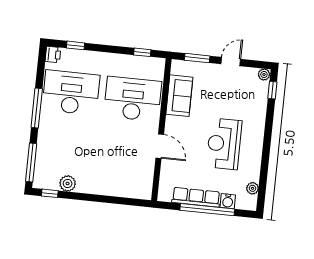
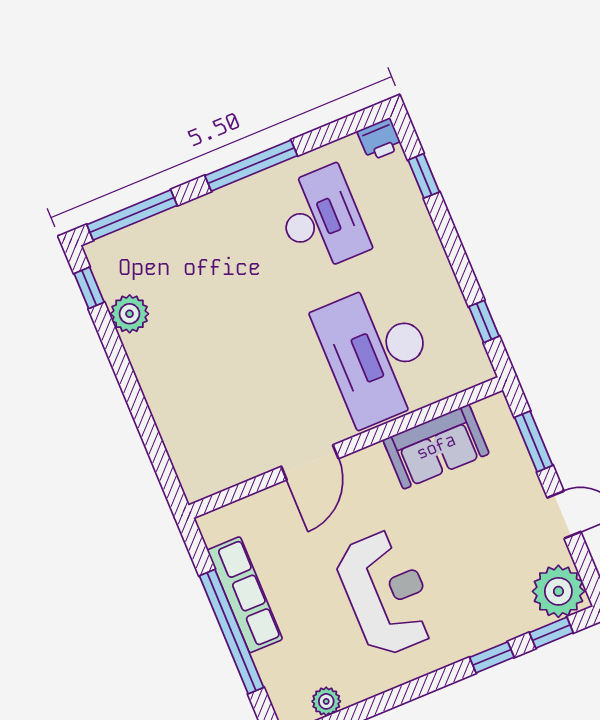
plant: (264, 74) -> (558, 591), width x1.87, depth x1.87
desk: (71, 93) -> (321, 219), width x0.73, depth x0.77
desk: (133, 99) -> (377, 354), turned 180
window: (270, 117) -> (492, 657), added
reception desk: (224, 144) -> (386, 593), turned 90
water cooler: (228, 201) -> (272, 665), removed

